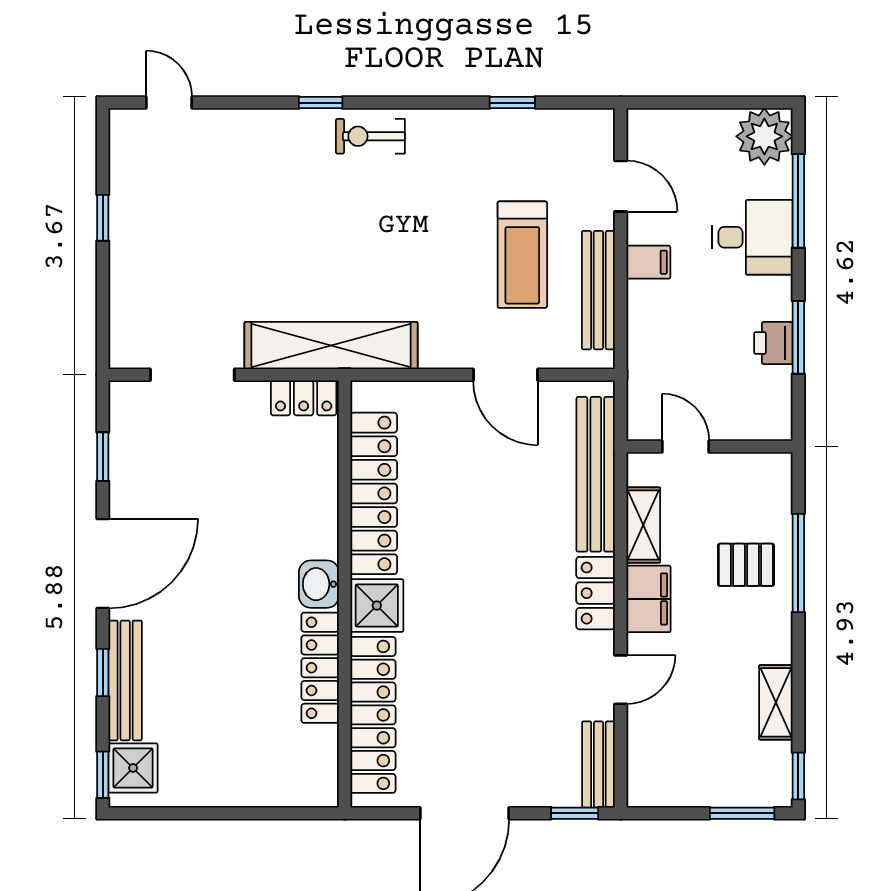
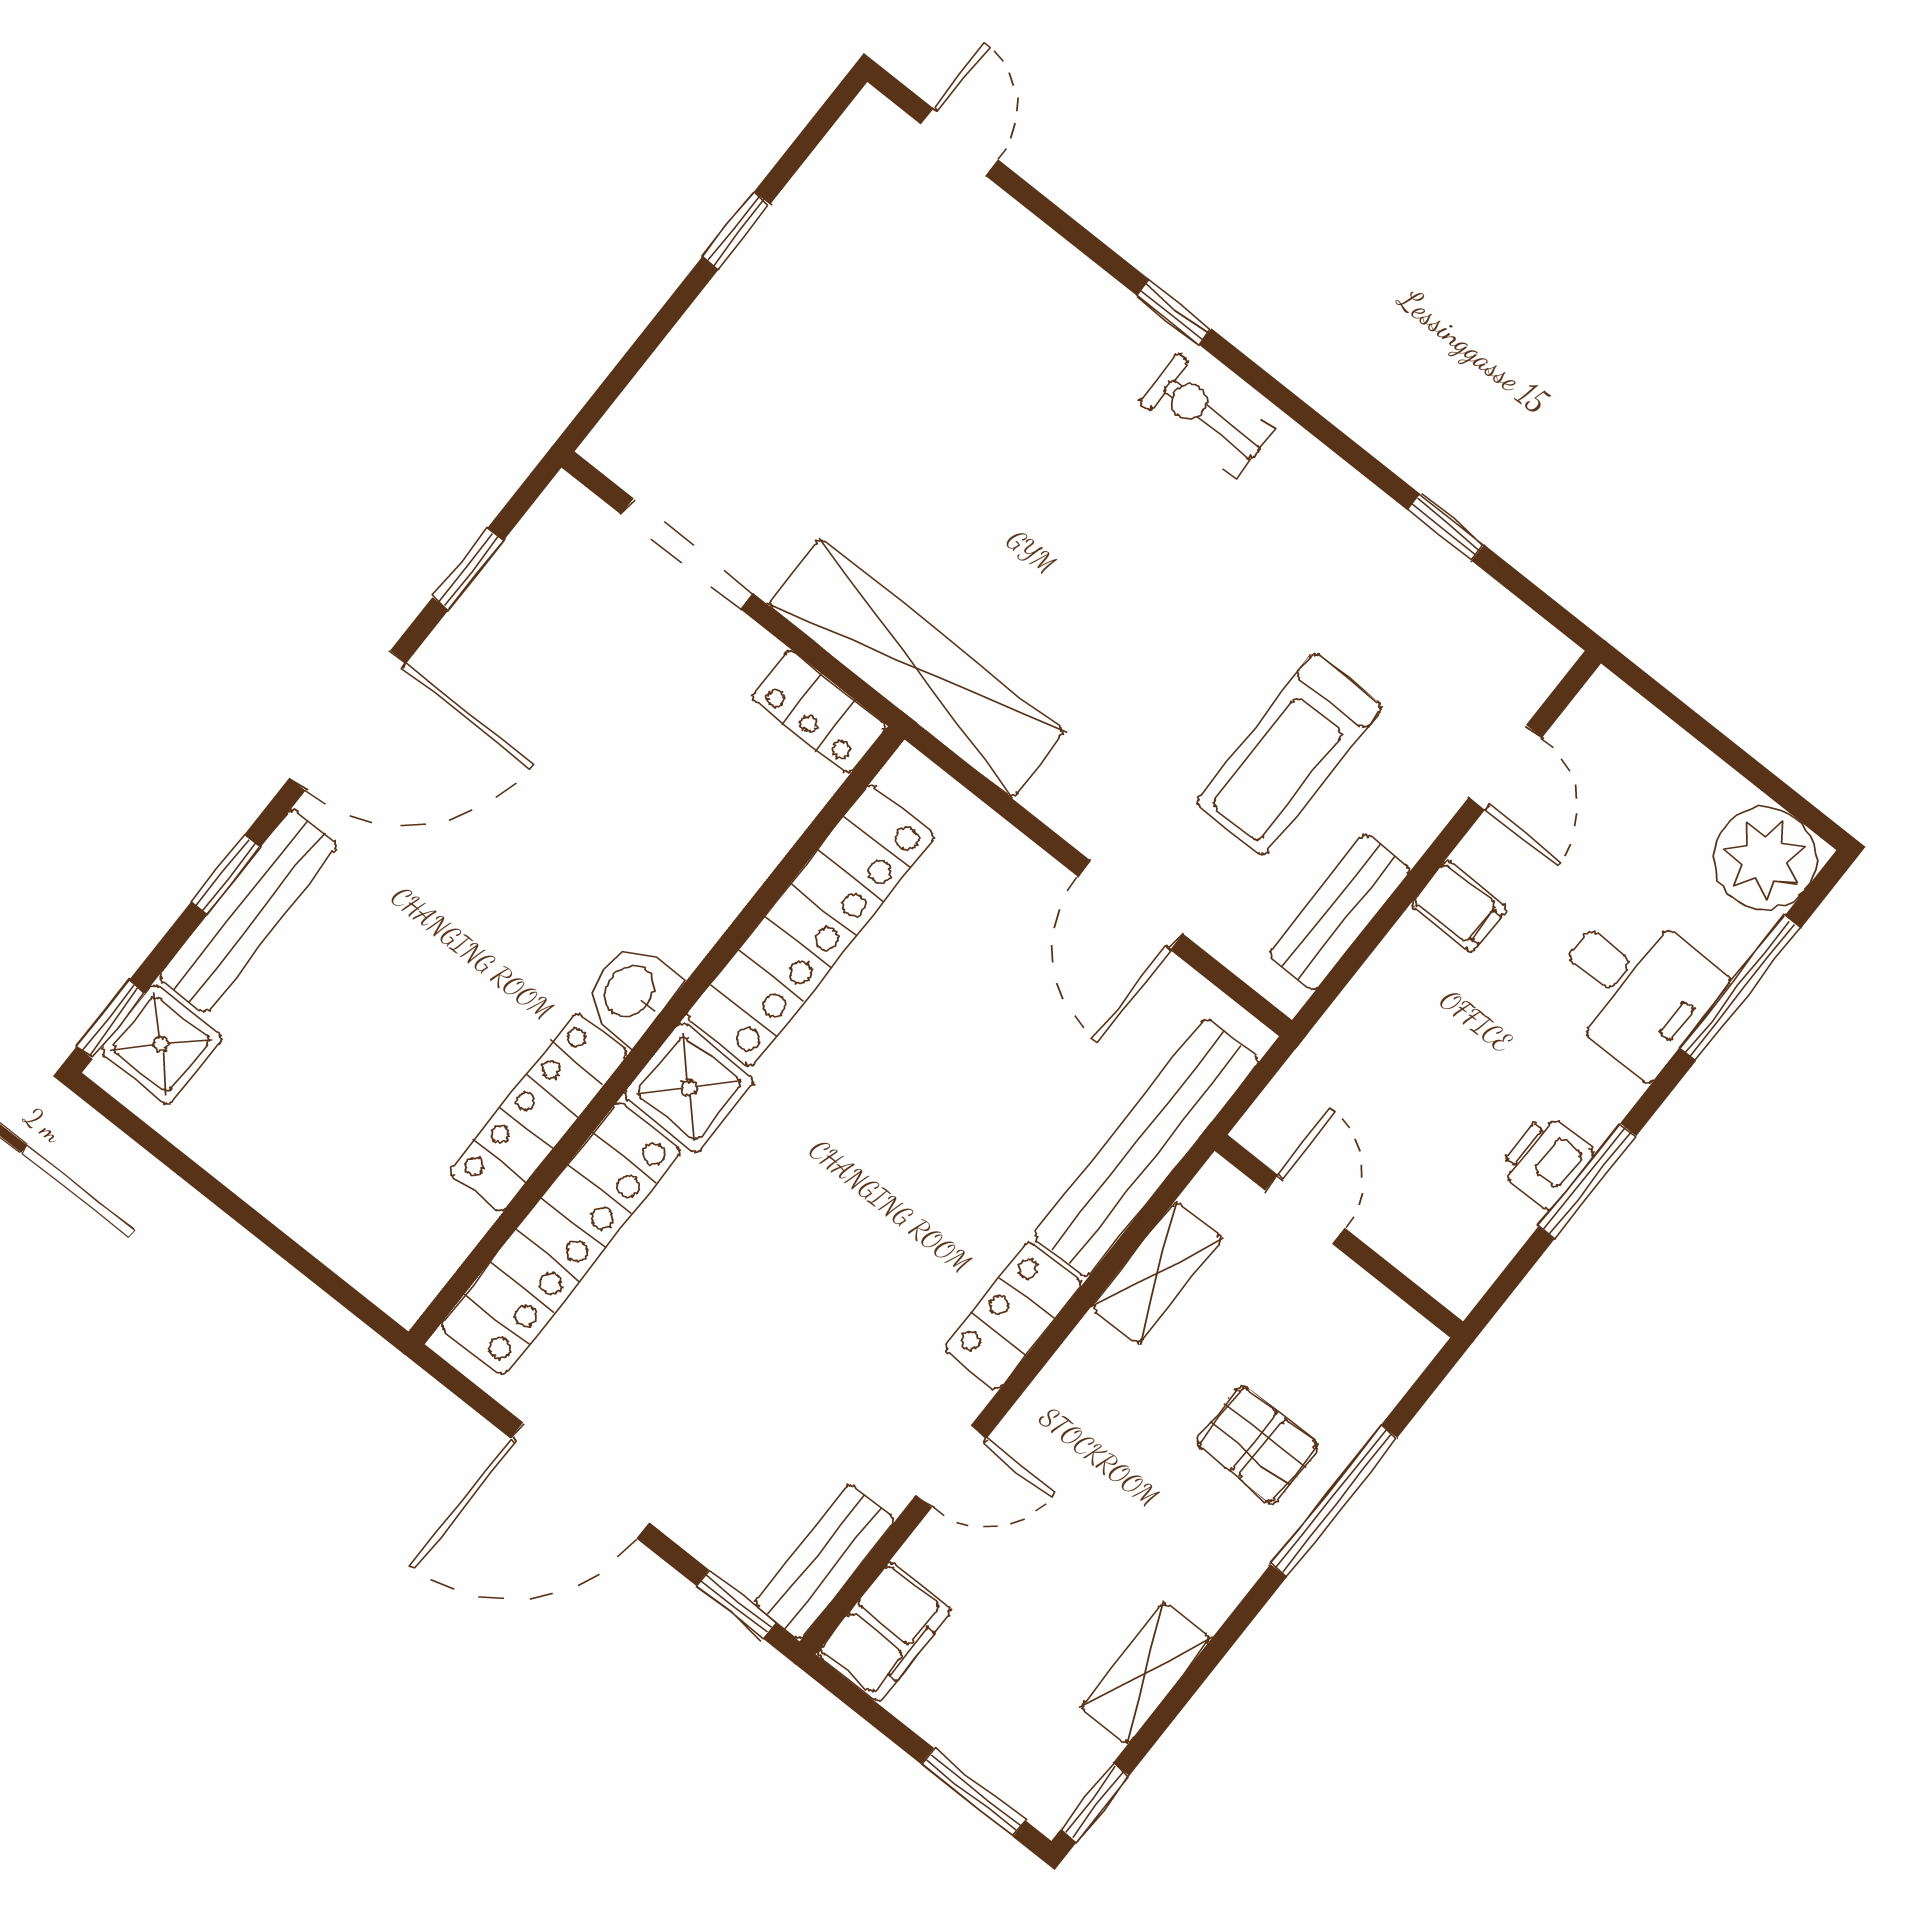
bench: (598, 290) -> (1339, 912), width x0.73
filing cabinet: (648, 599) -> (884, 1632), moved

